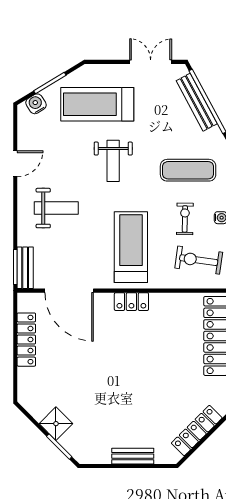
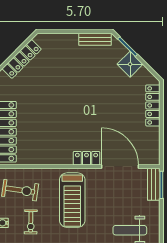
locker: (131, 302) -> (87, 158), moved
locker: (26, 340) -> (153, 105), moved
bench: (133, 456) -> (95, 39), moved

